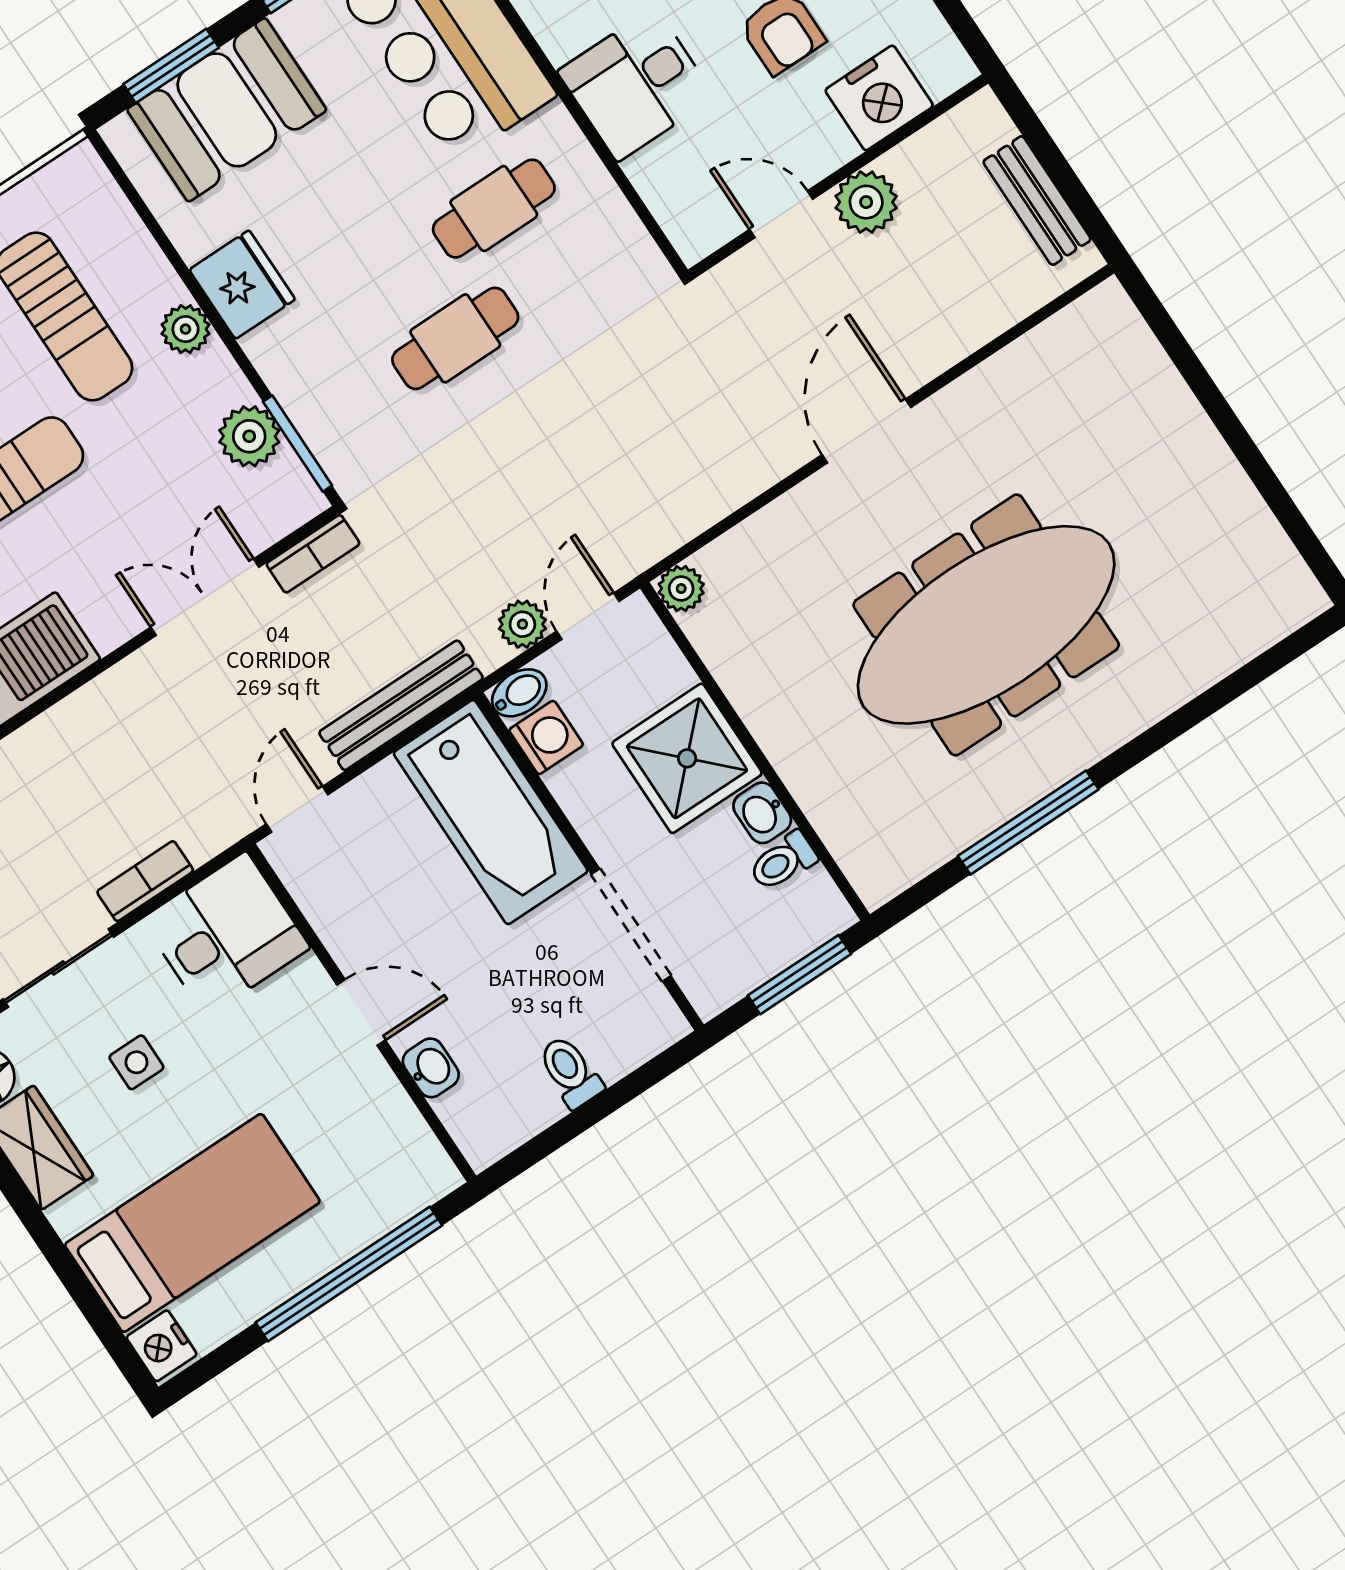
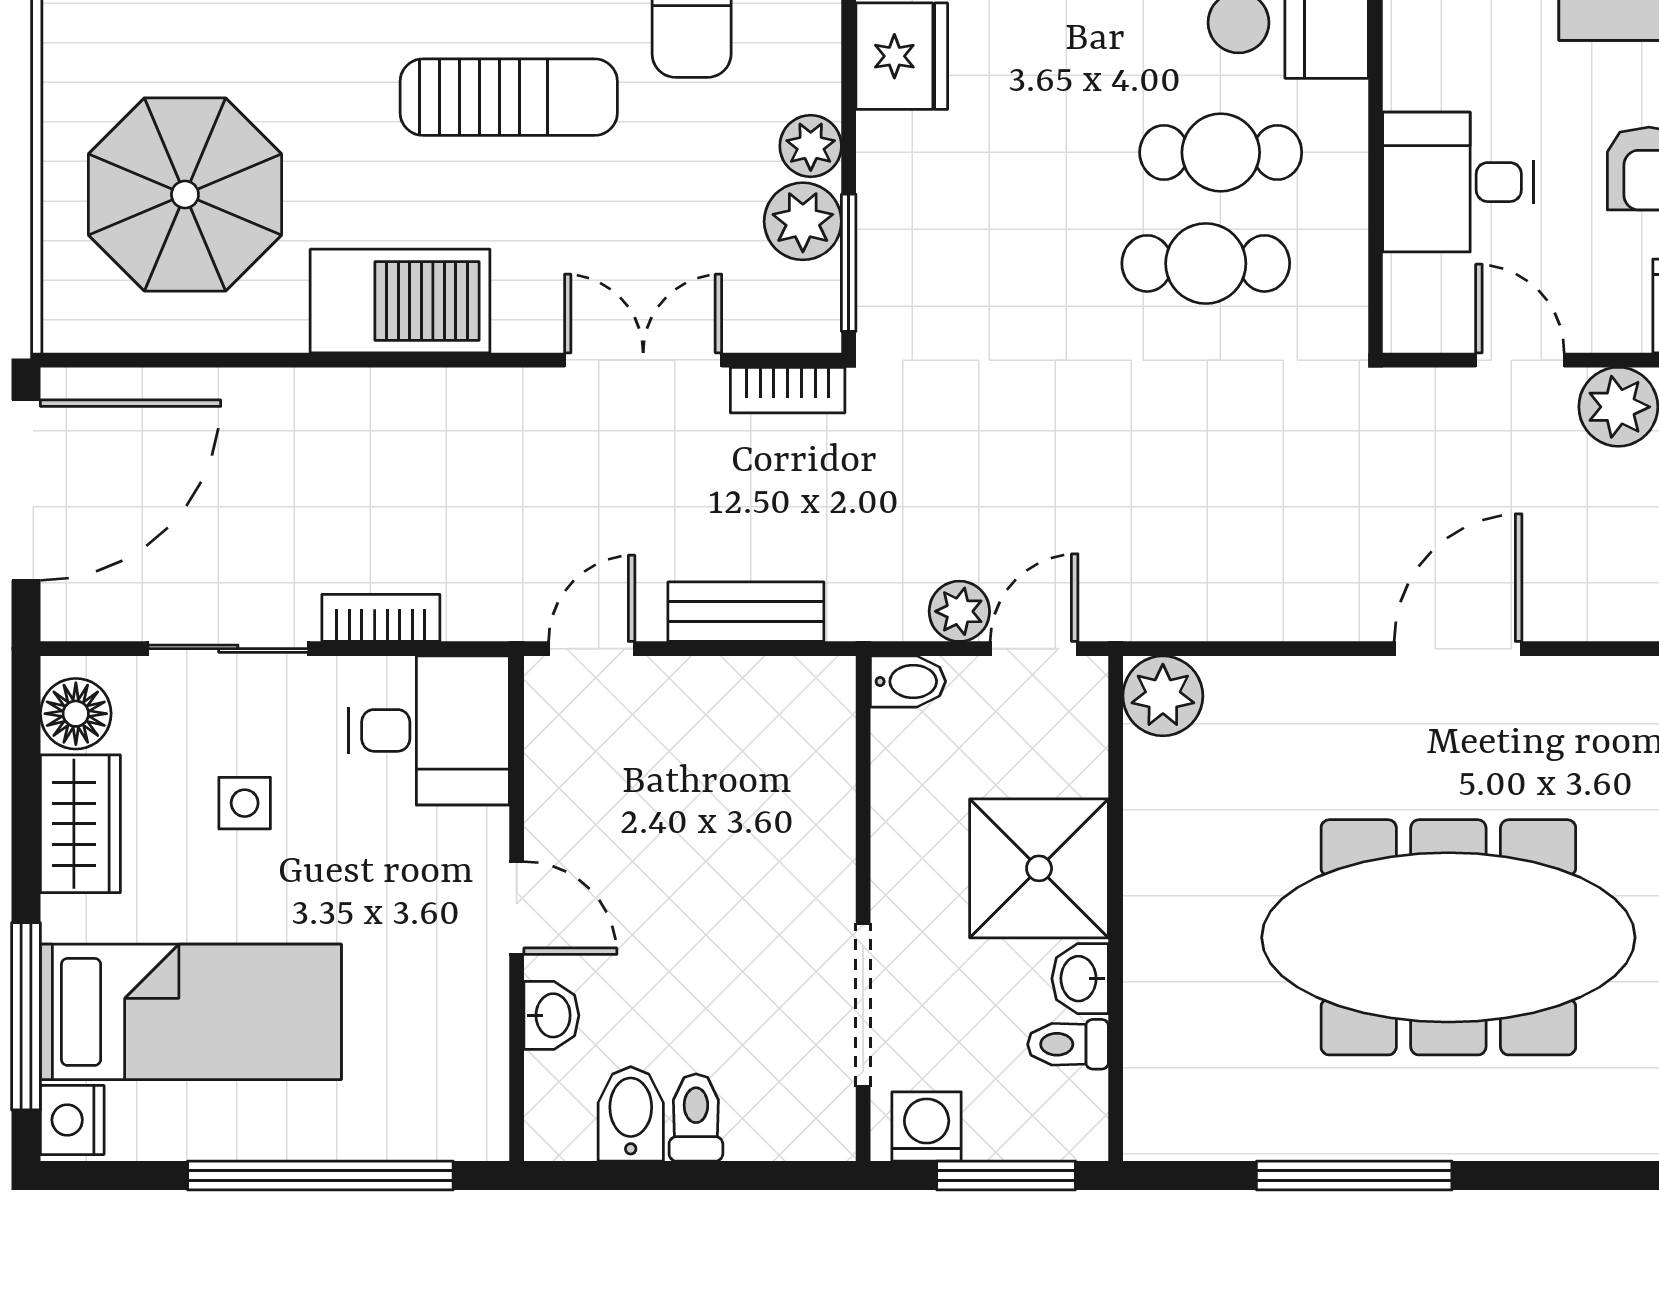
desk: (636, 84) -> (1458, 182), moved
plant: (185, 329) -> (811, 146), moved
cafe table: (455, 338) -> (1206, 263), moved
plant: (681, 589) -> (1163, 696), width x1.38, depth x1.38
bench: (401, 705) -> (746, 612), width x0.73
washing machine: (546, 737) -> (927, 1126), moved, turned -90
bathtub: (491, 812) -> (794, 787), removed
bidet: (526, 1098) -> (631, 1114), added
window: (86, 1298) -> (26, 1016), added

